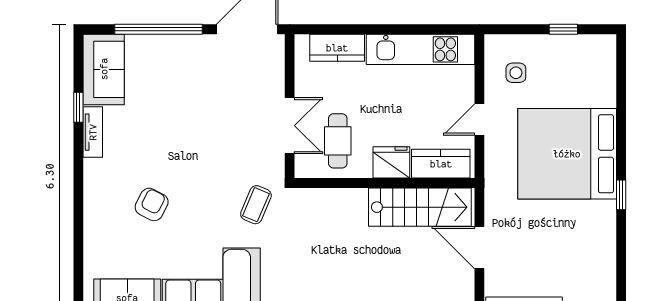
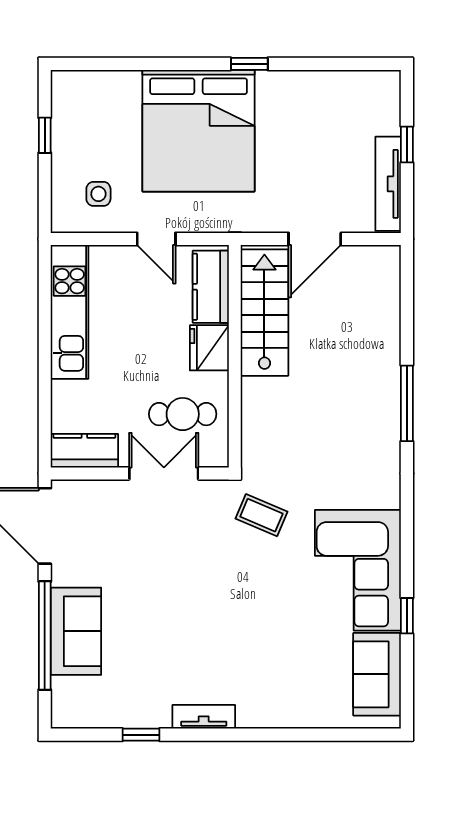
kitchen counter: (337, 48) -> (84, 451), moved, turned -90
sofa: (104, 69) -> (76, 631), moved, turned 90
tv unit: (93, 132) -> (204, 717), moved
armchair: (152, 204) -> (261, 644), removed

